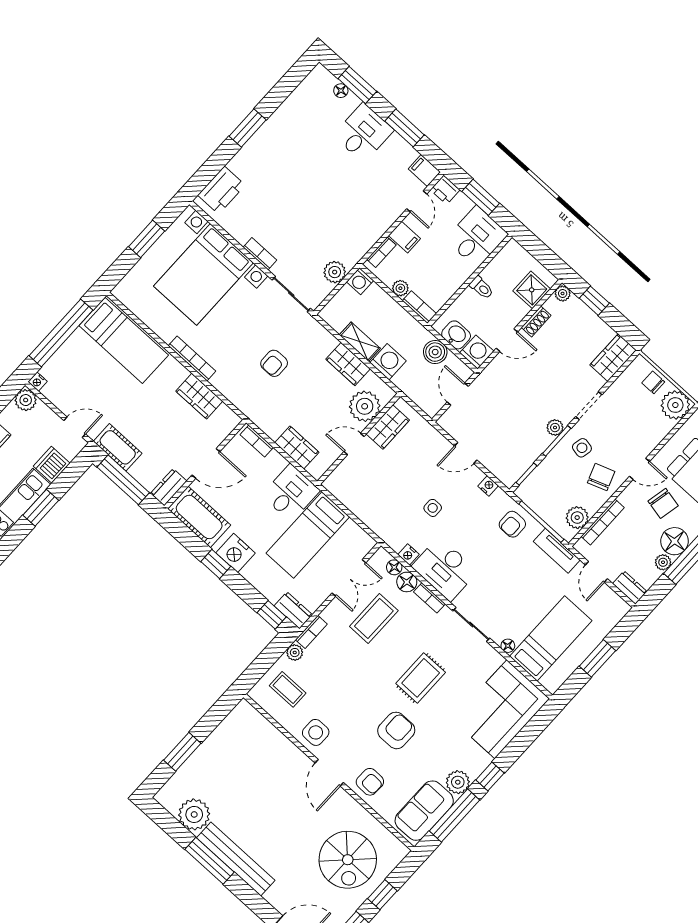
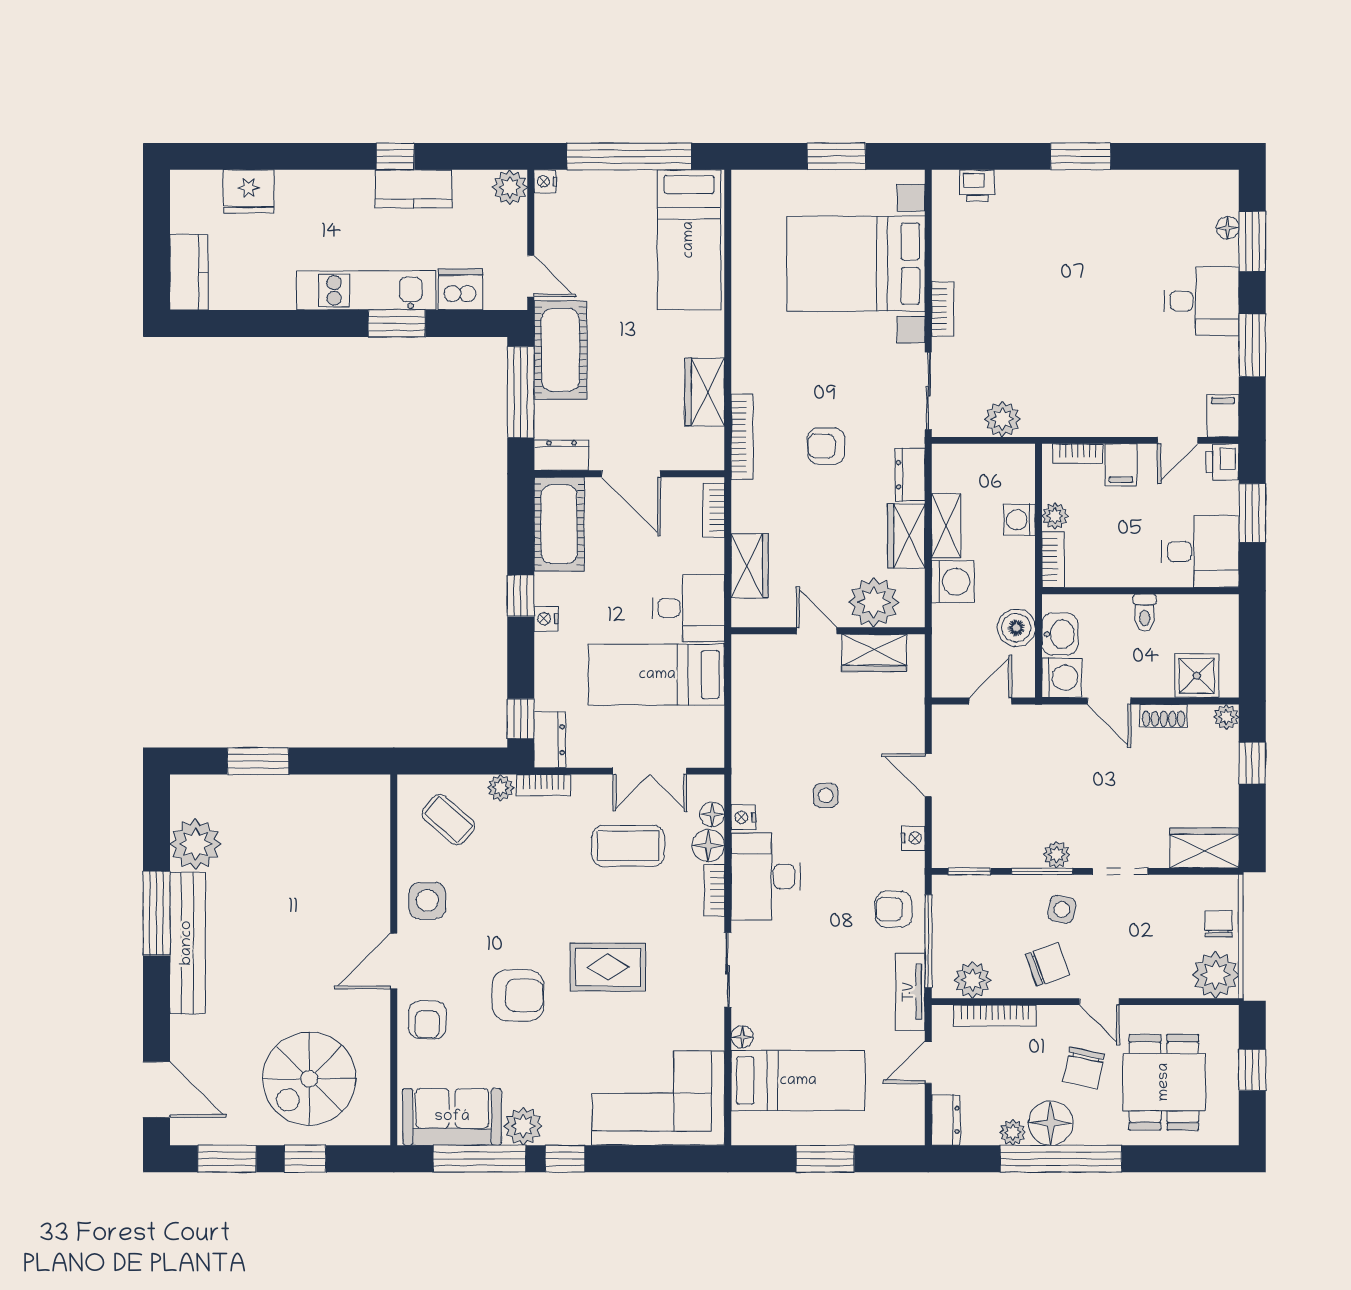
printer: (221, 190) -> (977, 185), width x0.53, depth x0.68
washing machine: (360, 281) -> (1019, 520), moved
dresser: (322, 337) -> (910, 475), added
bookcase: (192, 358) -> (742, 437), moved
cot: (118, 447) -> (560, 350), width x1.37, depth x1.34
nightstand: (236, 553) -> (546, 619), width x0.53, depth x0.56
coffee table: (288, 689) -> (448, 820), turned -49

